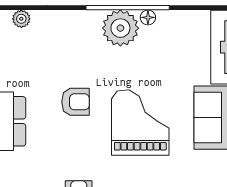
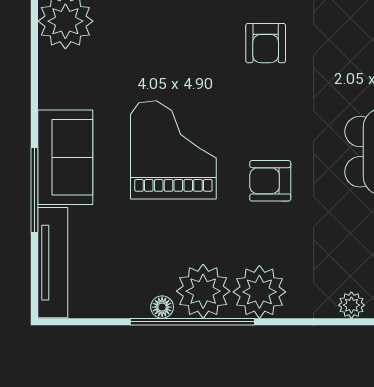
plant: (83, 28) -> (259, 292), added
grand piano: (140, 122) -> (173, 150), turned 180

